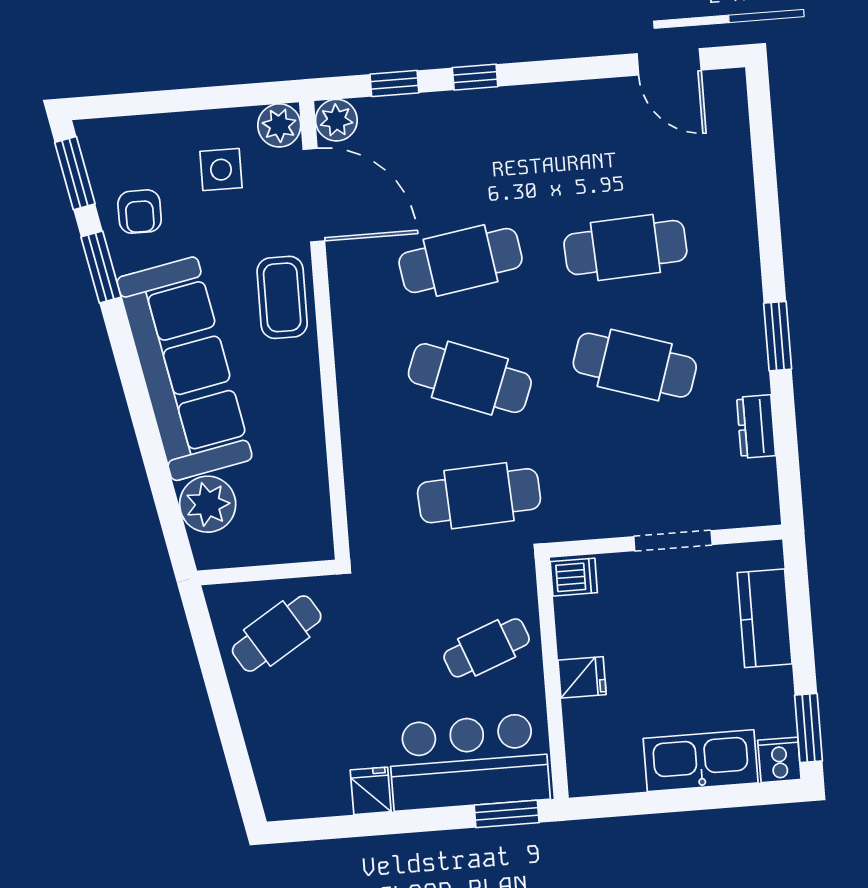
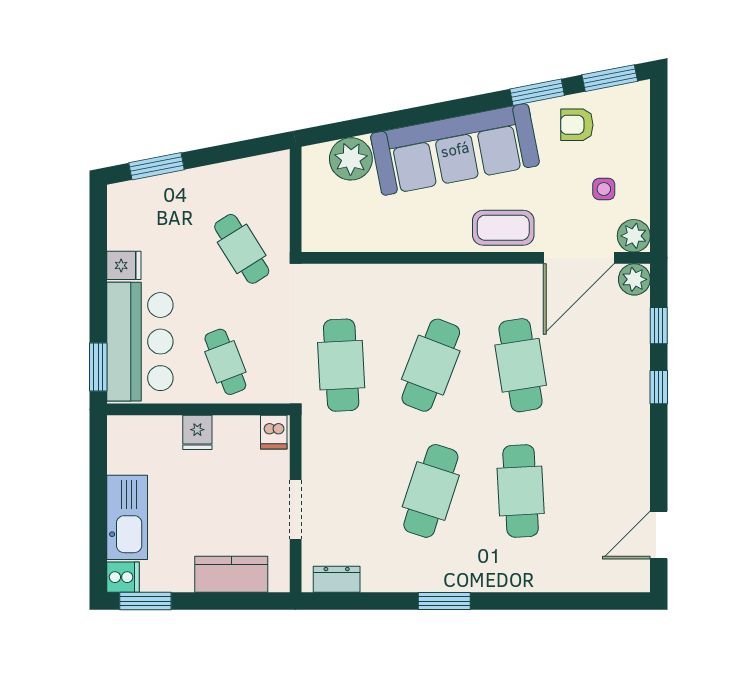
side table: (221, 170) -> (604, 189), width x0.73, depth x0.73
dresser: (756, 427) -> (337, 579), moved
cafe table: (277, 634) -> (242, 249), moved
window: (237, 758) -> (156, 166), added

